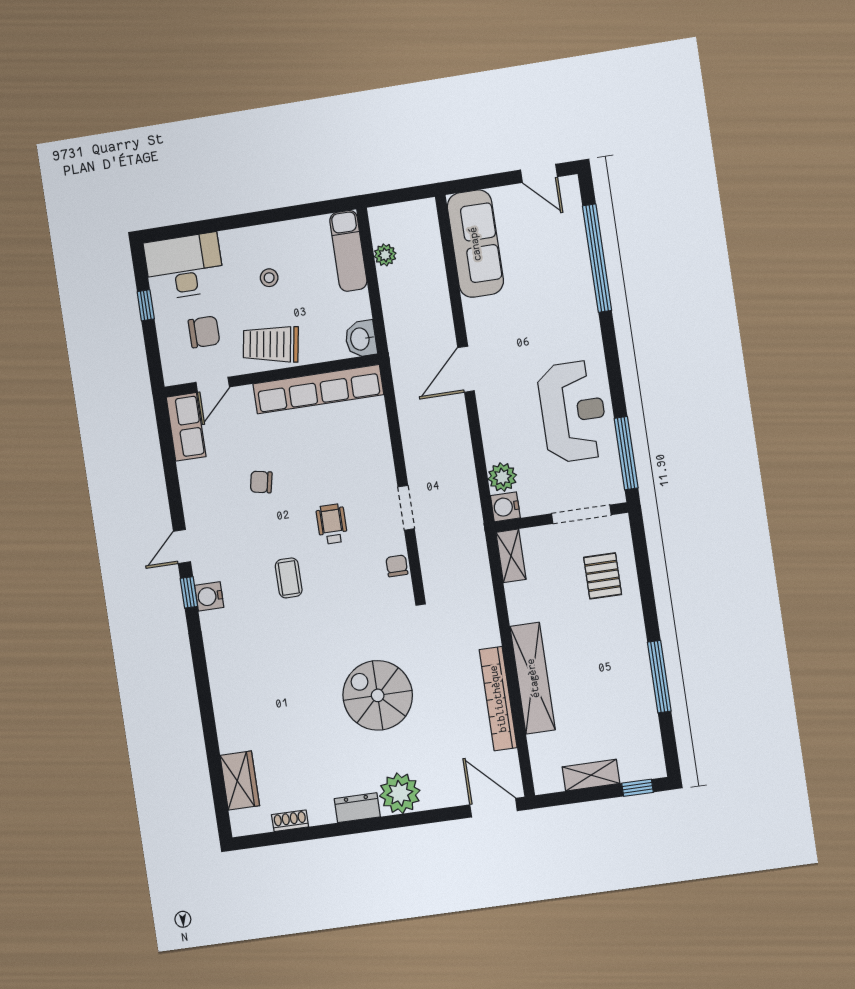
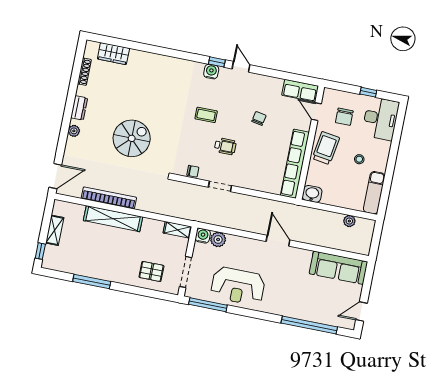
exam couch: (348, 251) -> (374, 193), moved, turned -90
plant: (400, 793) -> (74, 131), width x0.53, depth x0.53
shoe rack: (290, 821) -> (84, 72), width x1.43

